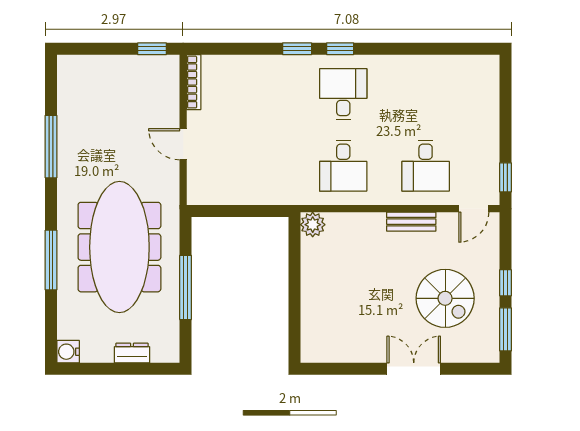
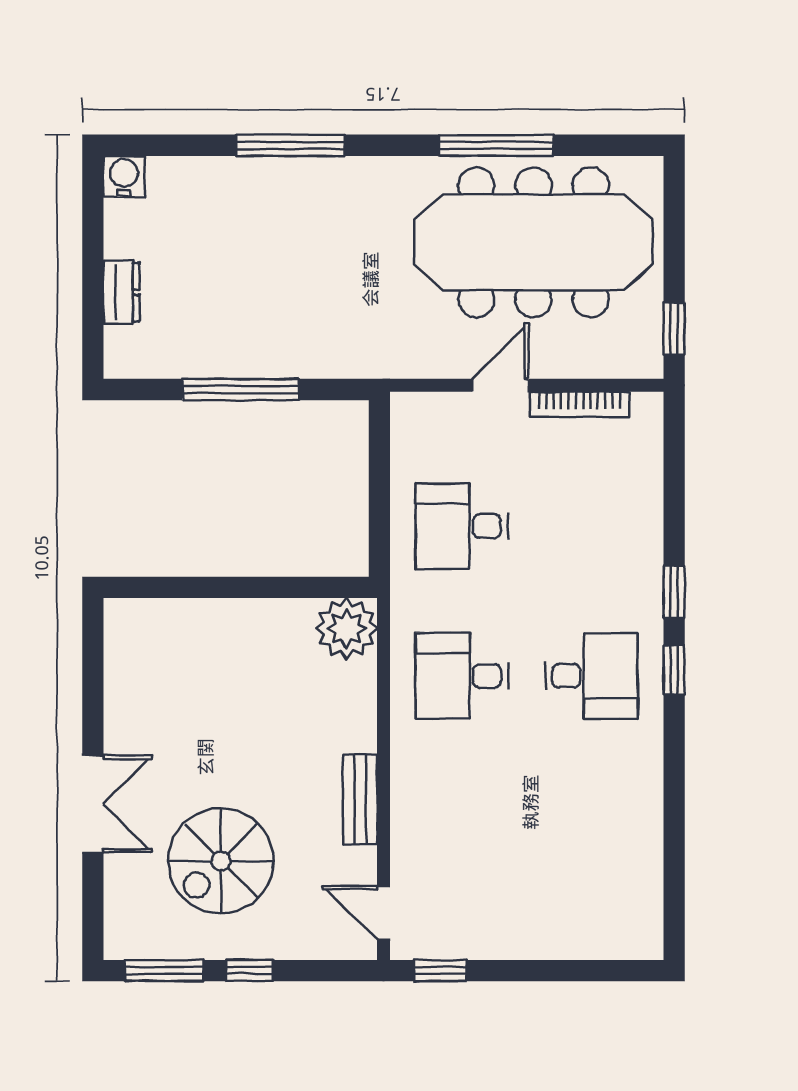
bookcase: (194, 82) -> (579, 404), moved
desk: (426, 166) -> (462, 526), moved
plant: (313, 225) -> (346, 629), width x1.36, depth x1.36
meeting table: (119, 247) -> (533, 242), moved

